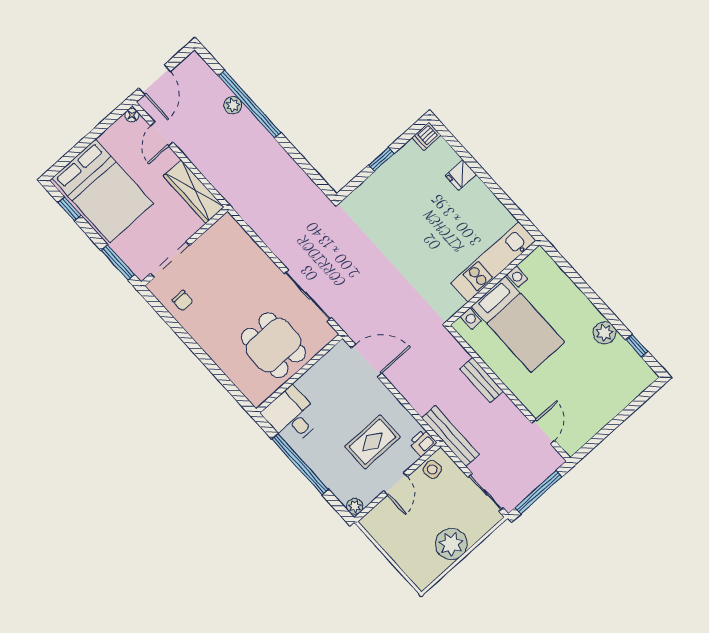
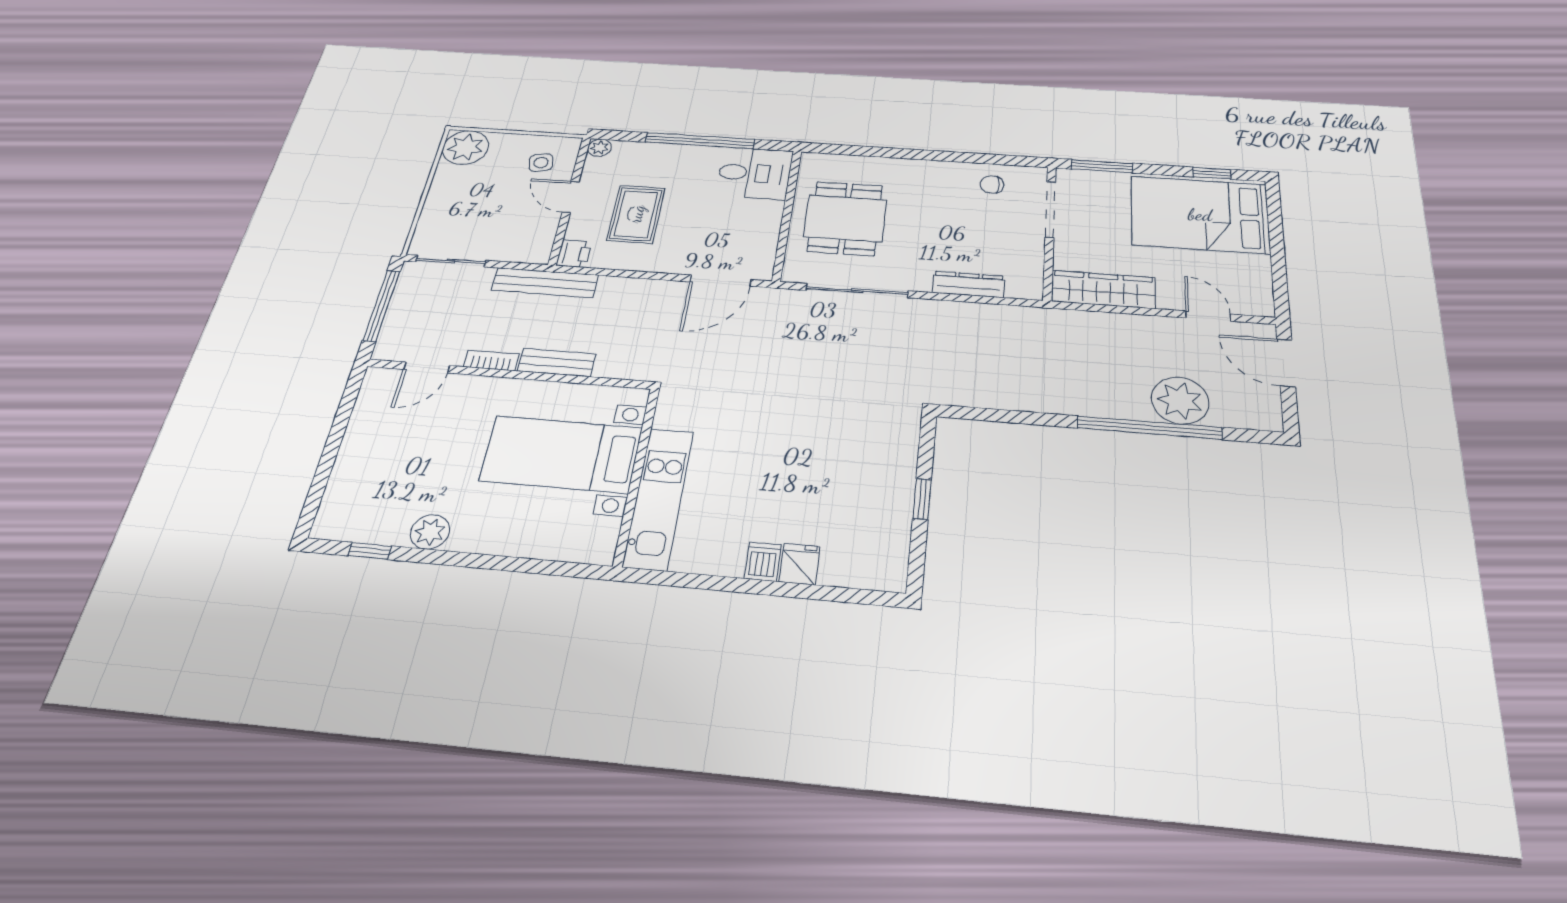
plant: (233, 105) -> (1180, 400), width x1.87, depth x1.87
floor lamp: (132, 115) -> (1263, 308), removed
dishwasher: (426, 136) -> (763, 562), moved
dresser: (253, 252) -> (968, 284), added
dining table: (273, 345) -> (845, 218), turned 90
bookcase: (510, 409) -> (491, 360), added
door: (543, 432) -> (427, 367), hinge flipped
side table: (432, 469) -> (541, 163), moved
plant: (451, 544) -> (466, 147), moved

